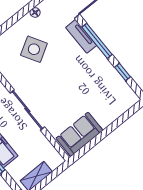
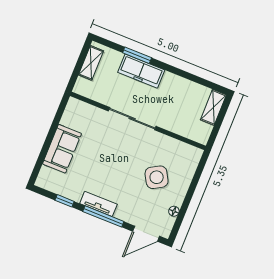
tv unit: (81, 36) -> (98, 204), moved
sofa: (79, 134) -> (62, 149), moved

